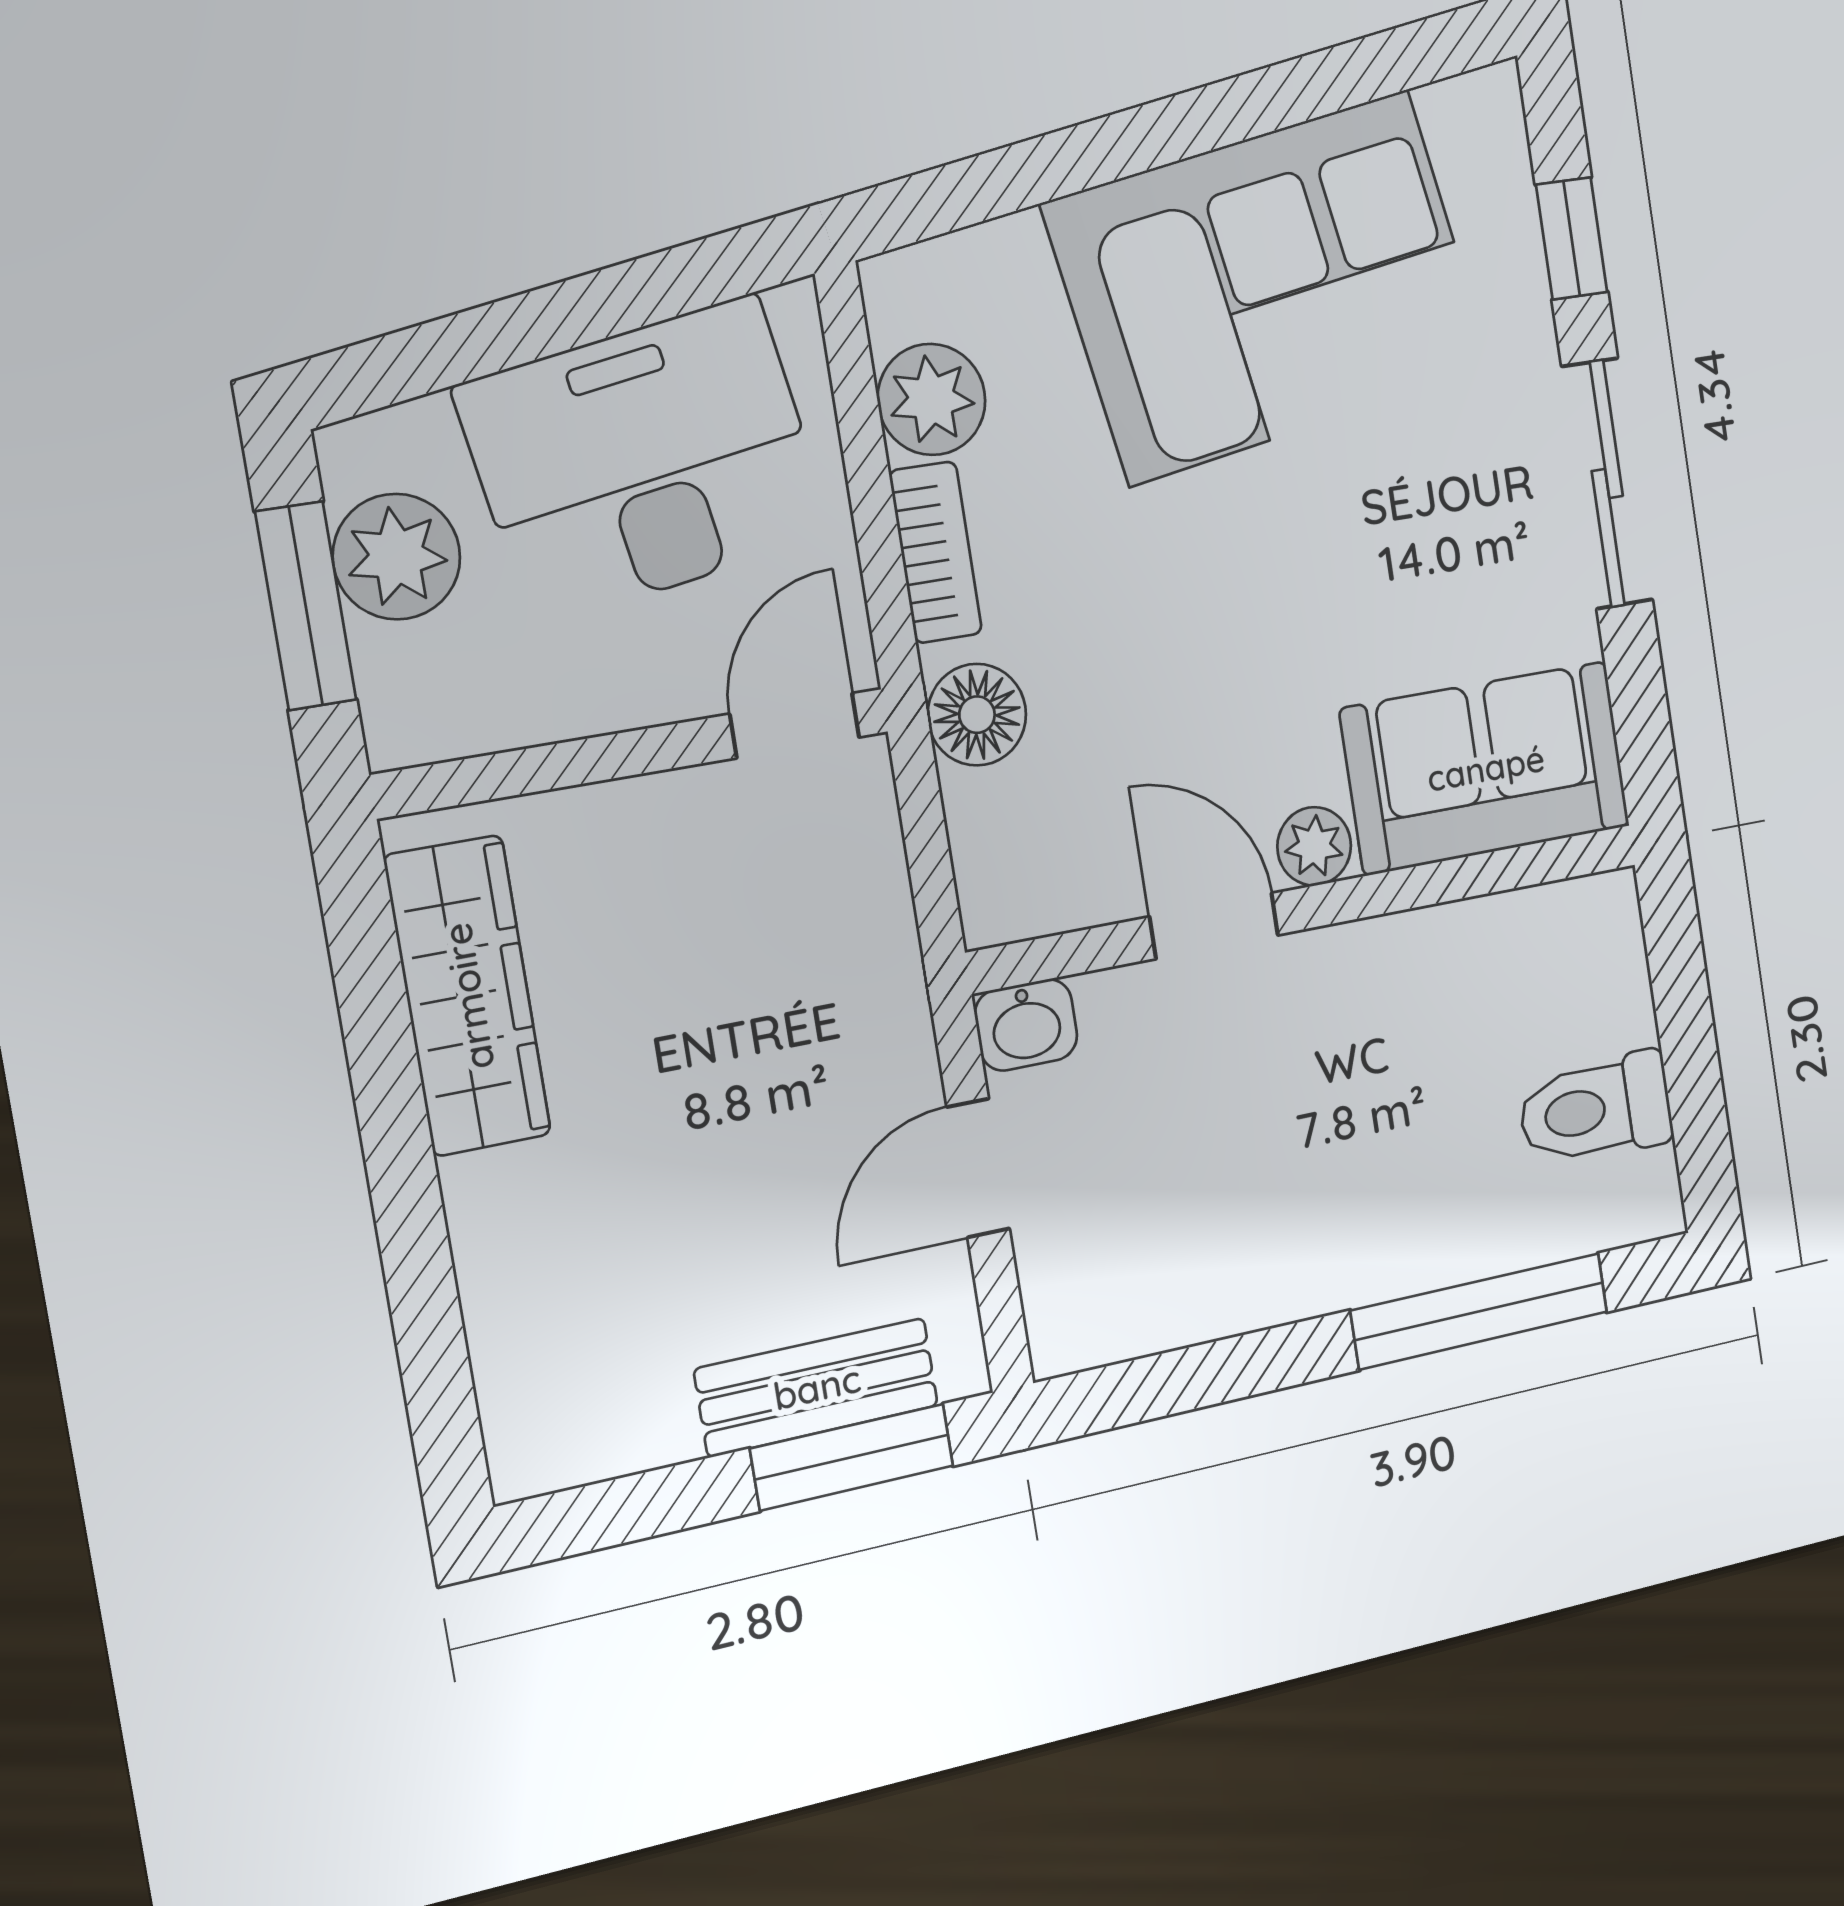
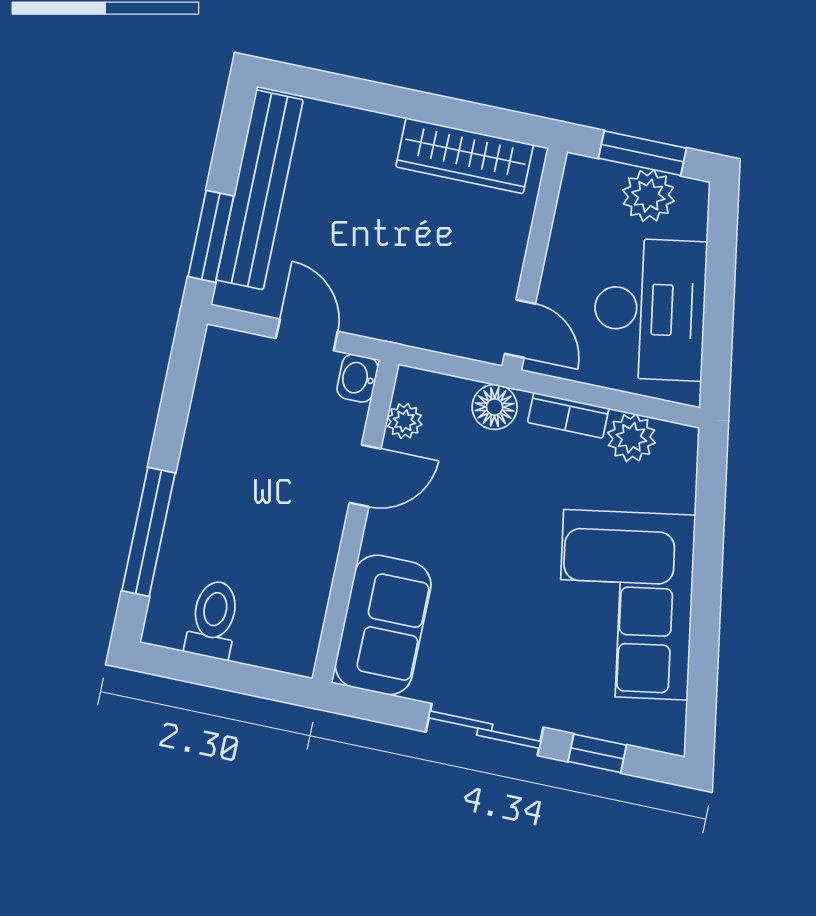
plant: (1314, 846) -> (404, 421), moved
bench: (817, 1387) -> (260, 190), width x1.86, depth x1.21

